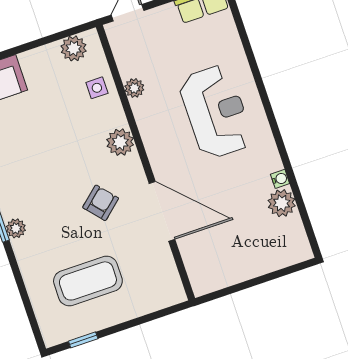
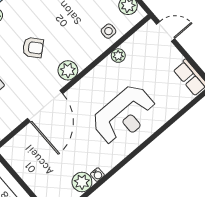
plant: (120, 142) -> (68, 70), moved
armchair: (101, 203) -> (33, 48), moved

